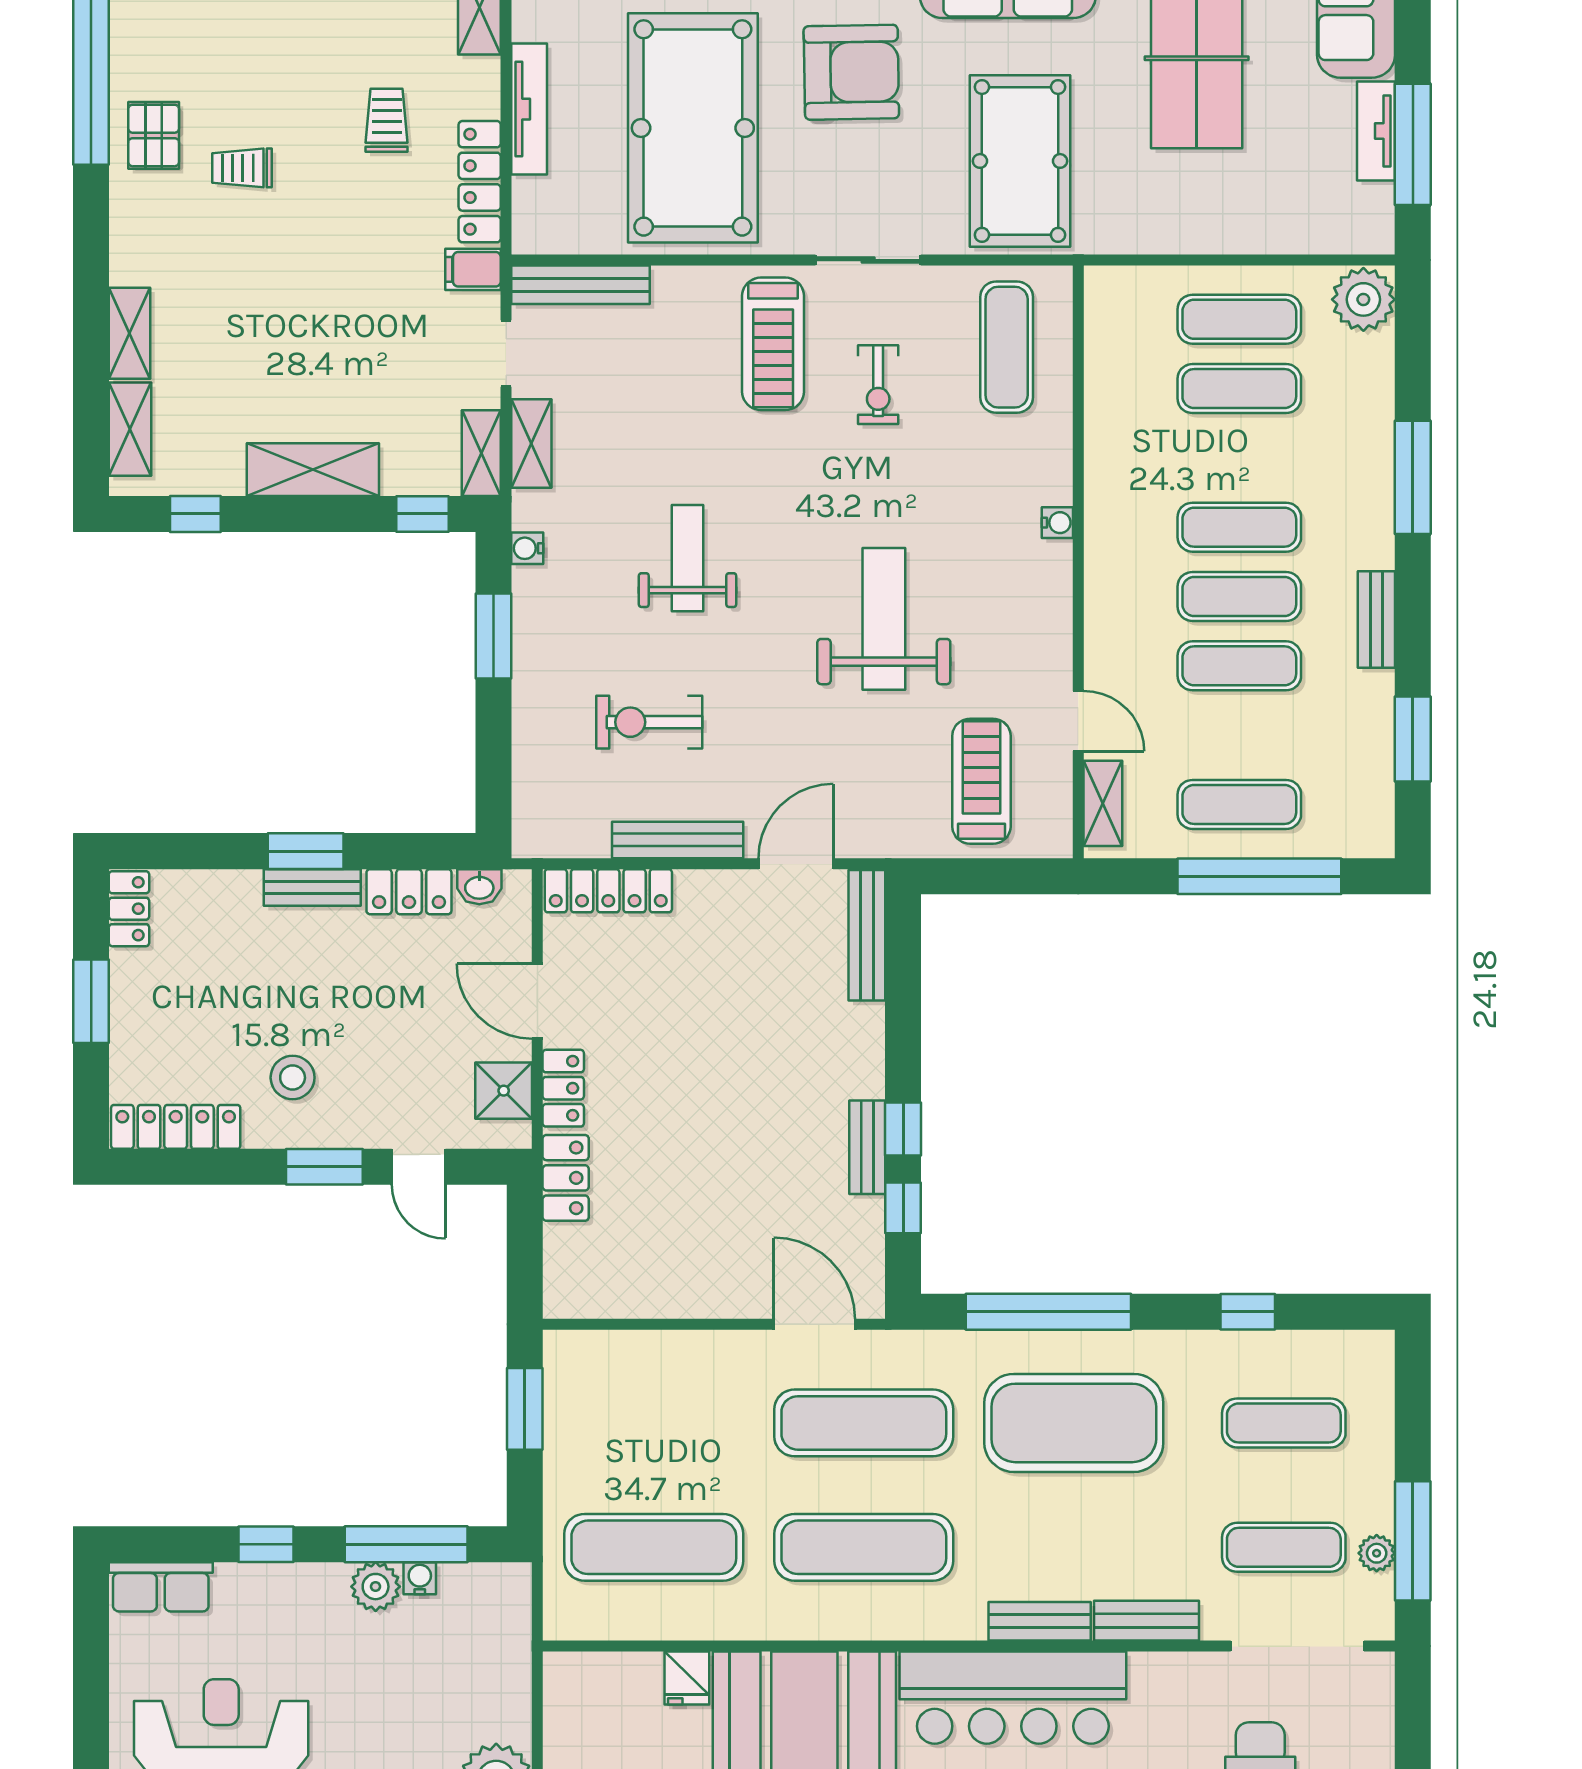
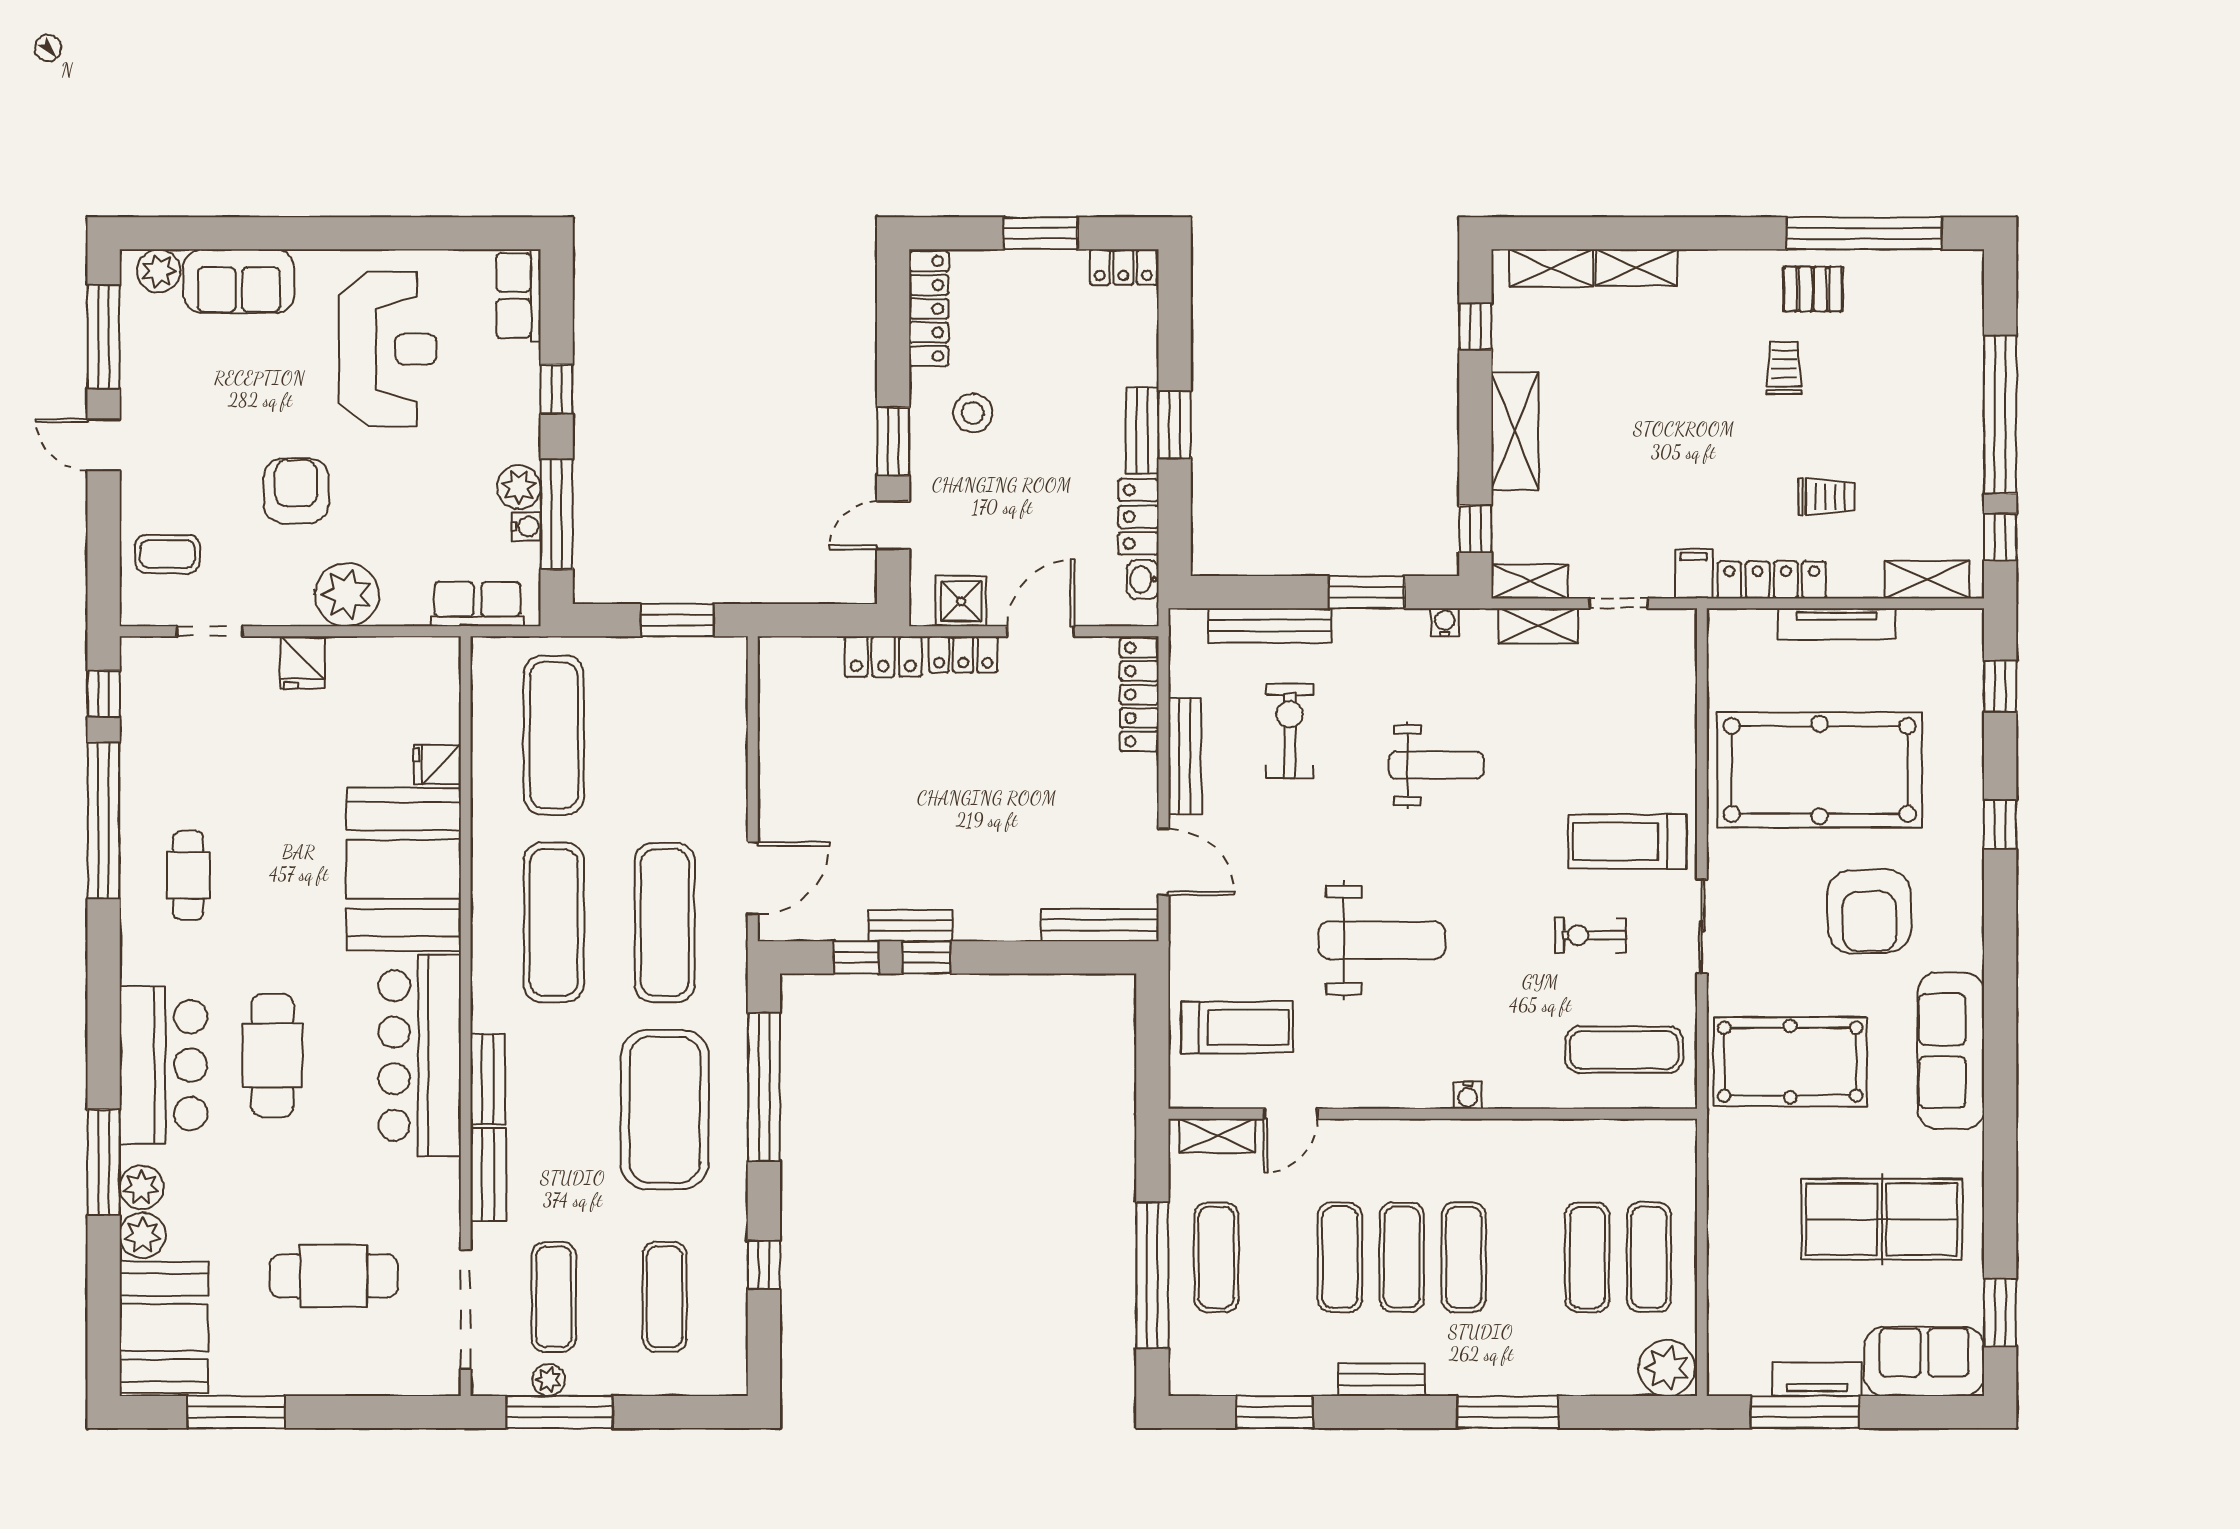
bench: (581, 285) -> (1270, 625), moved, turned 90
row of seats: (507, 1633) -> (477, 604), added

